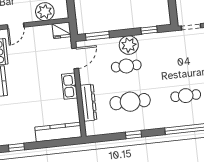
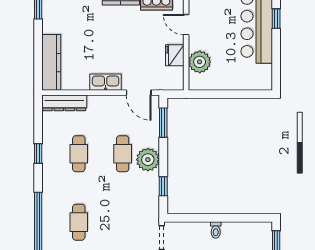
fridge: (62, 30) -> (175, 55), moved
cafe table: (130, 102) -> (79, 154), width x0.73, depth x0.74
dresser: (88, 103) -> (64, 103), moved

